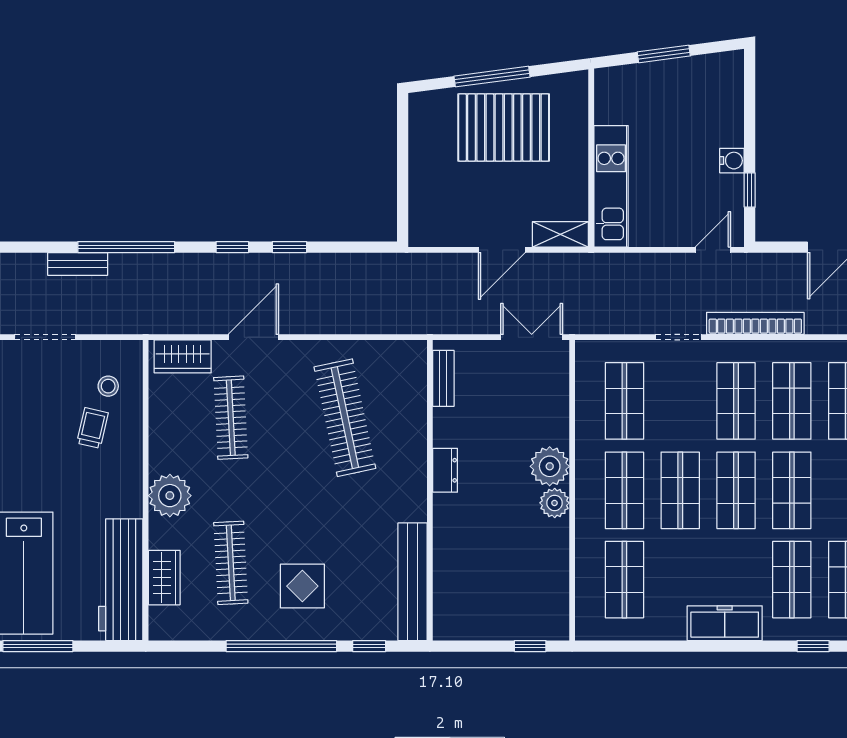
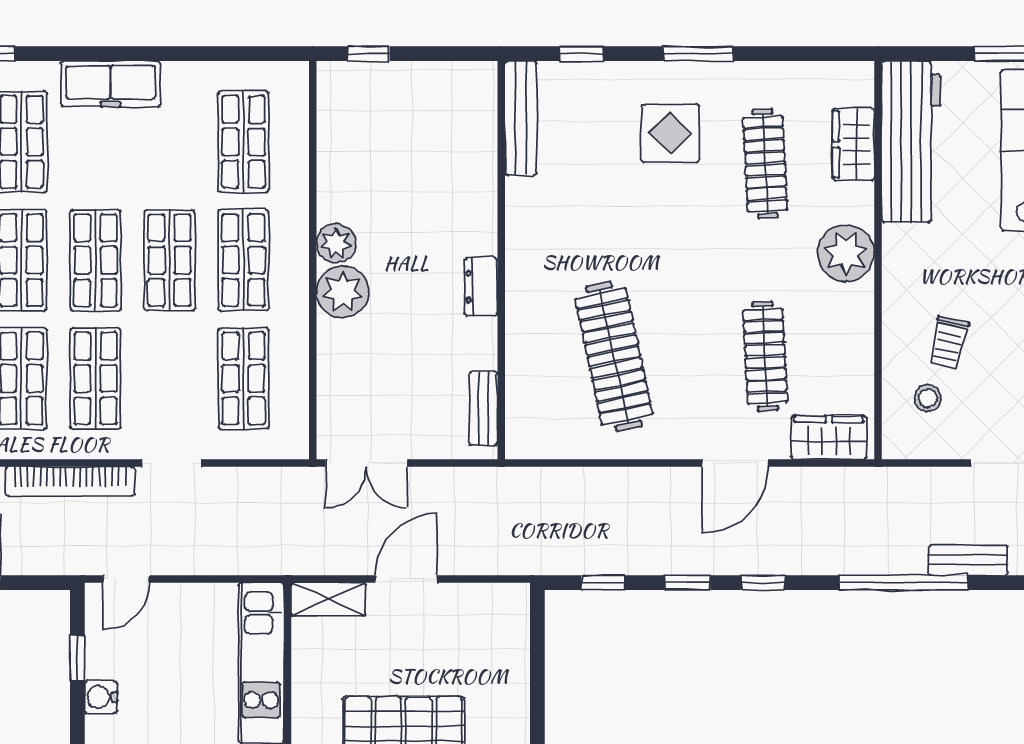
window: (353, 247) -> (603, 583), added
bench: (413, 582) -> (521, 118), width x0.73, depth x0.82
window: (281, 646) -> (698, 54), width x0.47

